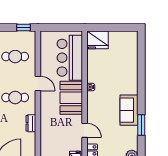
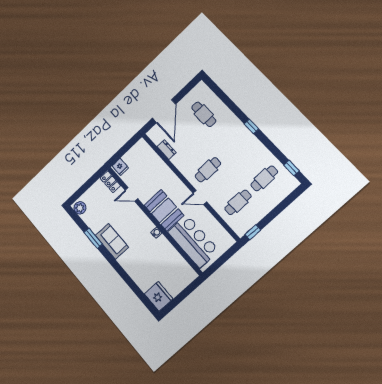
fridge: (98, 40) -> (159, 296), moved, turned 90
dresser: (31, 123) -> (167, 150), moved

